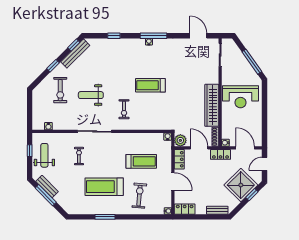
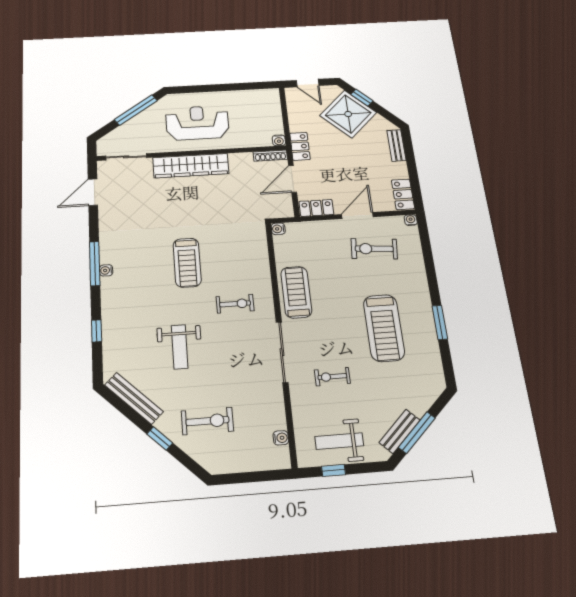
window: (74, 45) -> (117, 402), removed
weight bench: (91, 95) -> (180, 347), moved
reception desk: (241, 97) -> (197, 123), turned -90
wardrobe: (212, 105) -> (191, 166), moved
plant: (180, 140) -> (283, 208), removed
door: (245, 148) -> (284, 111), removed
treadmill: (141, 161) -> (296, 292), moved
exercise bike: (139, 196) -> (374, 249), moved

